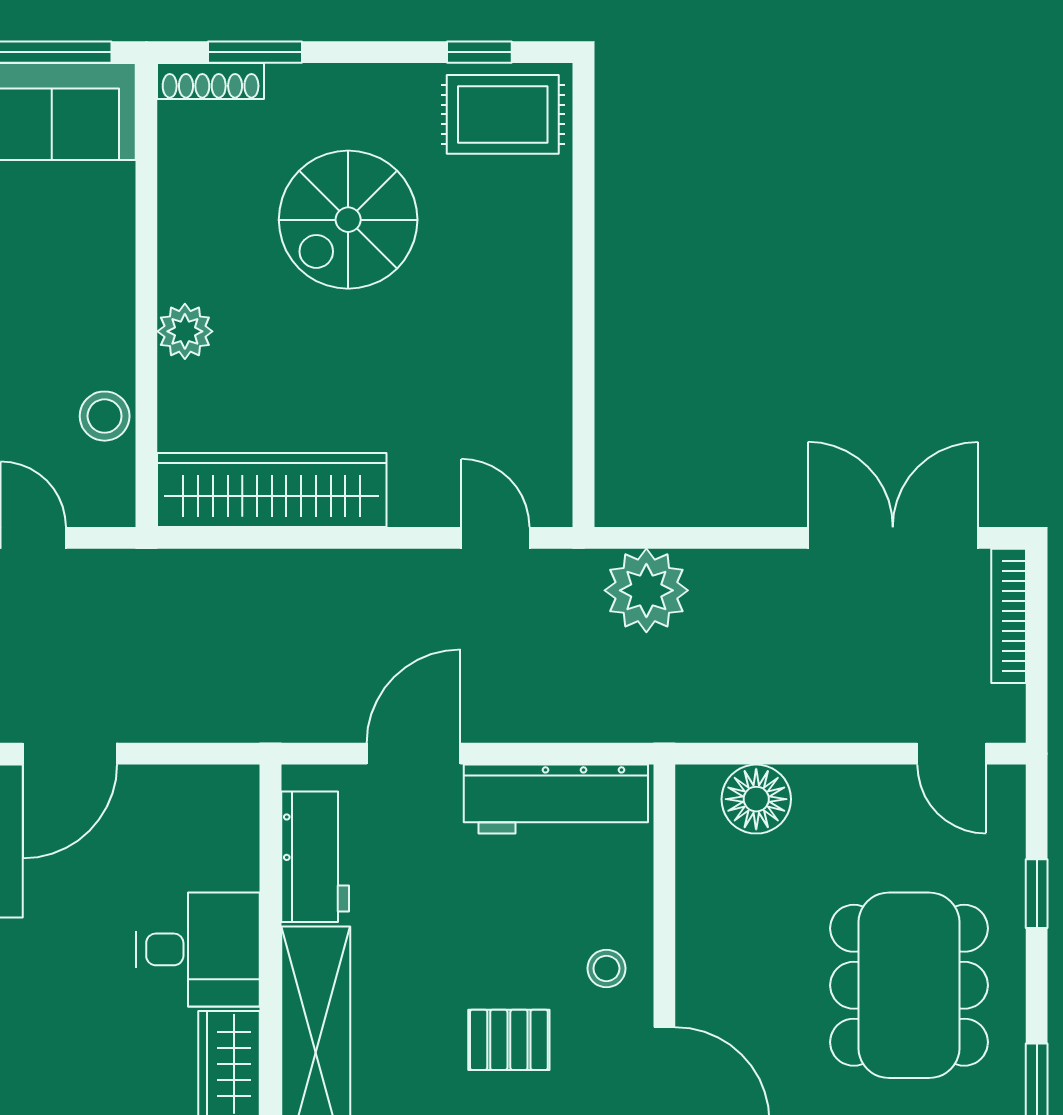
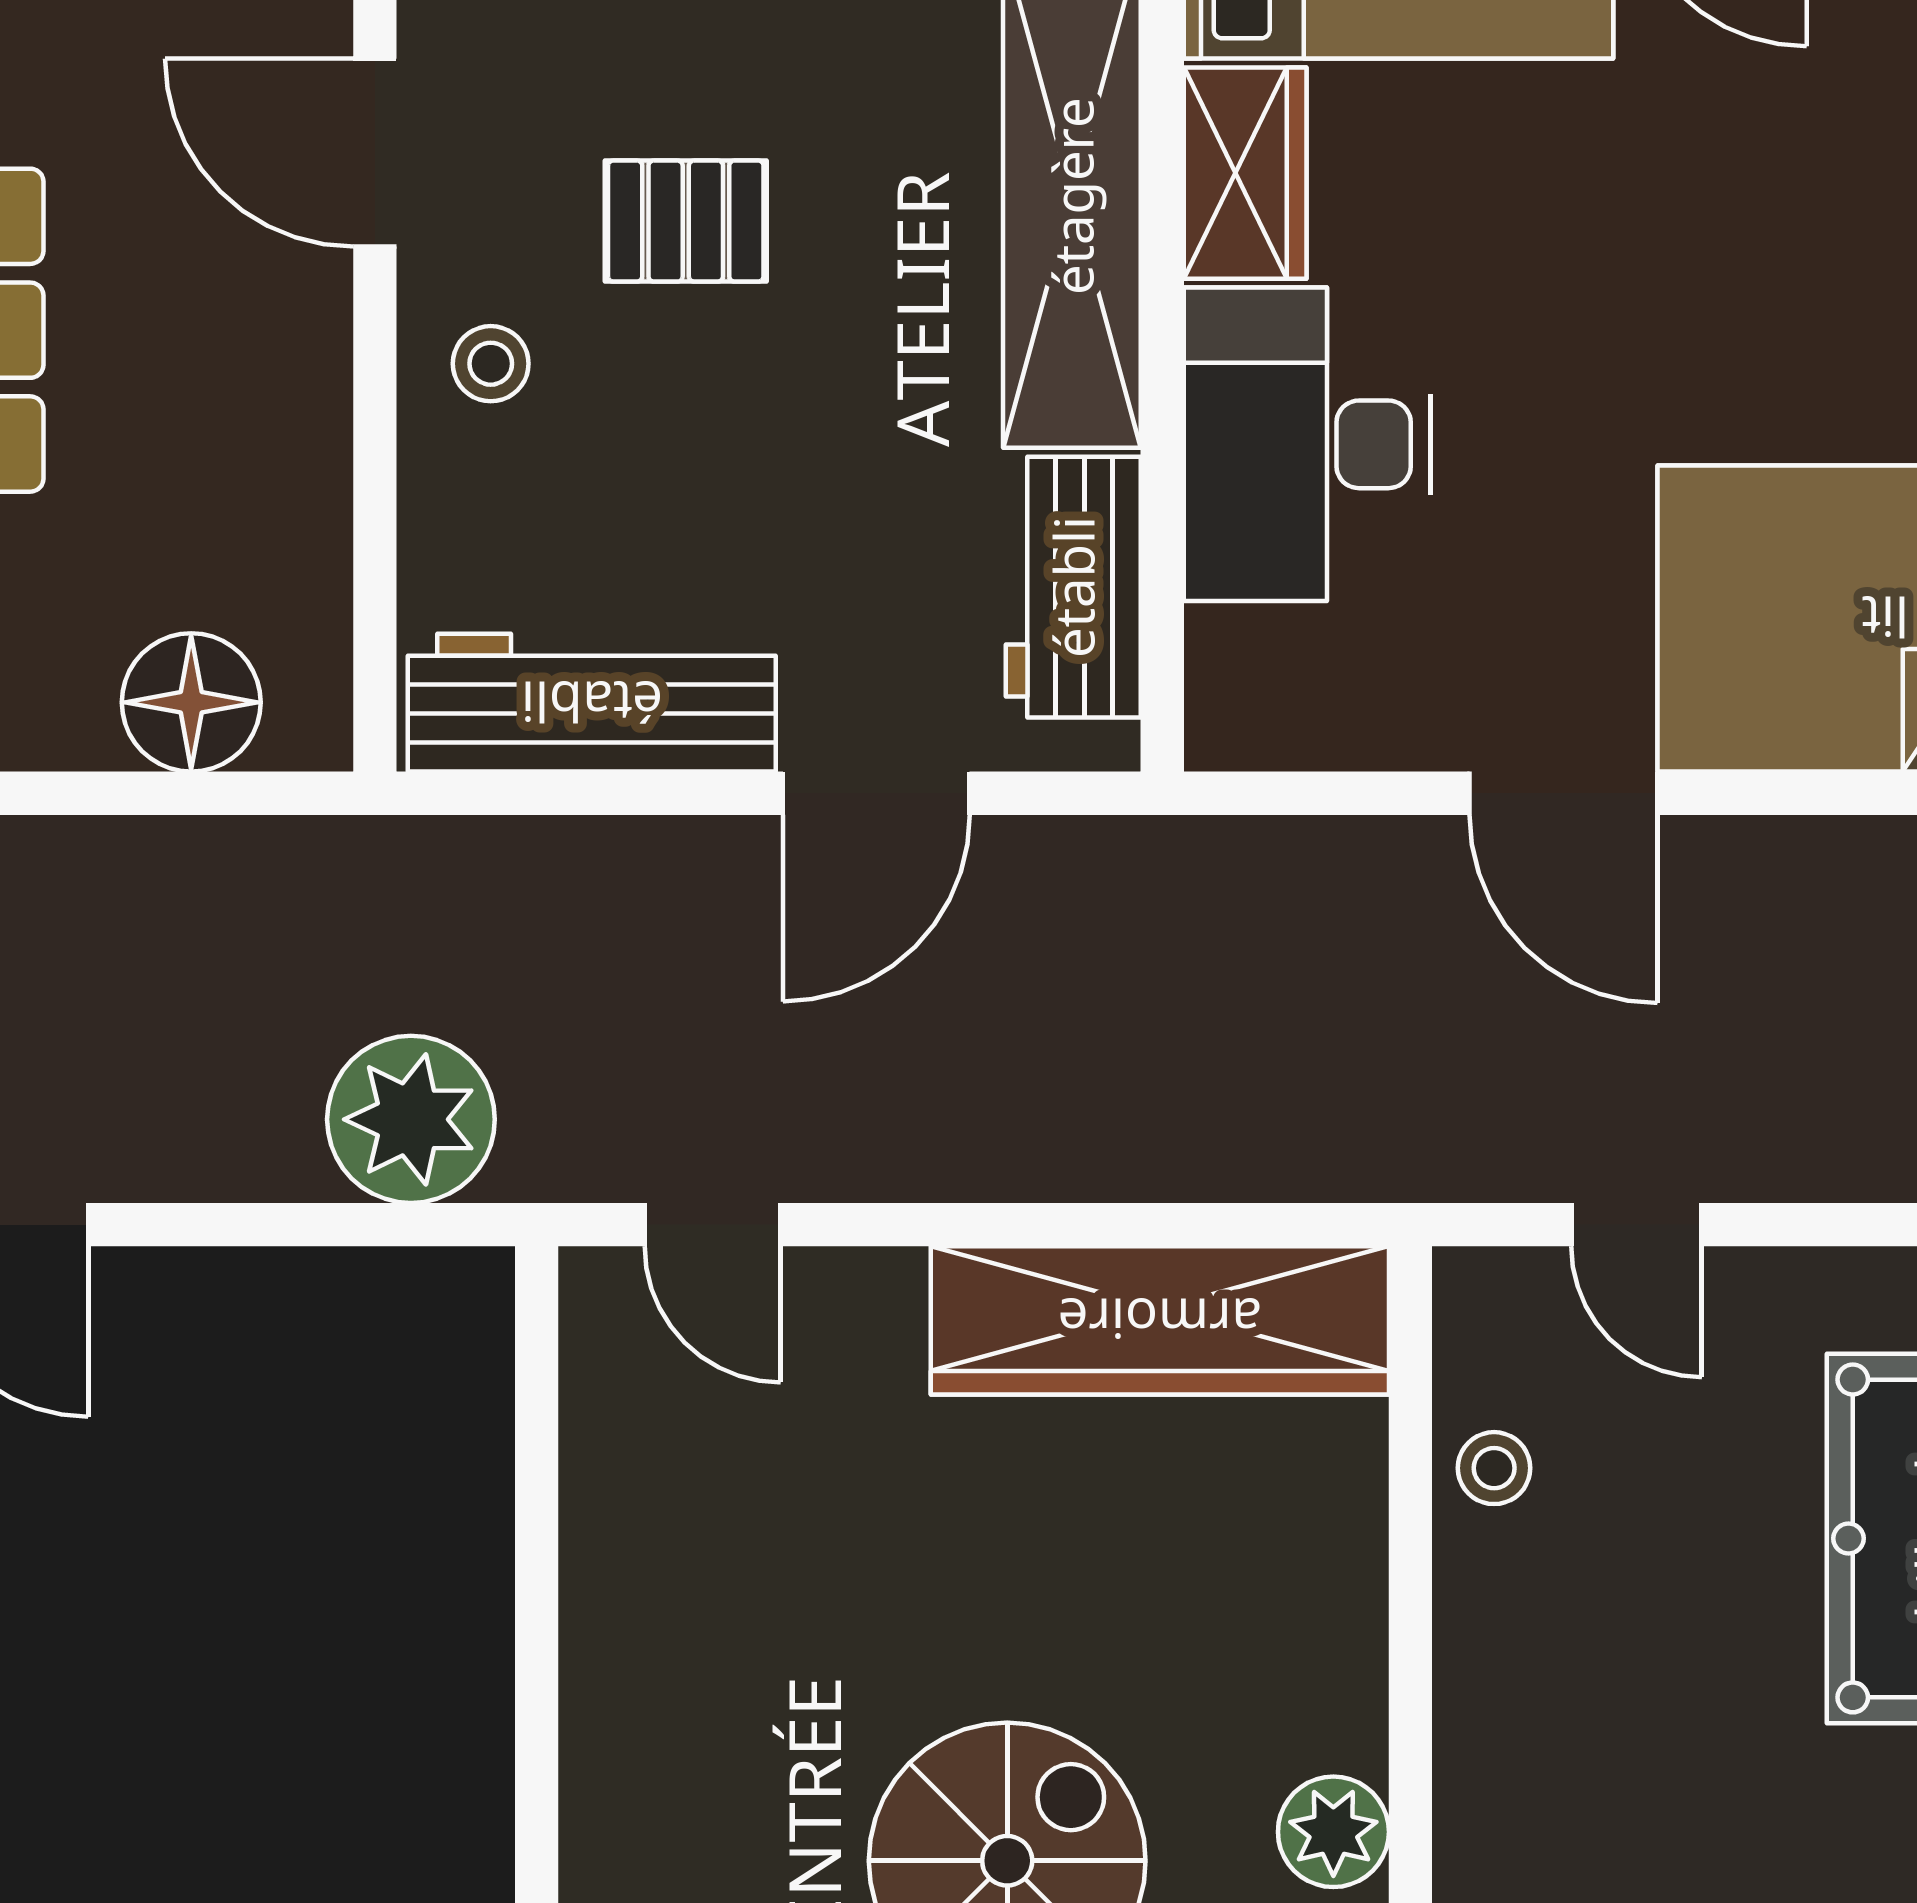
plant: (185, 331) -> (1333, 1832), moved
stool: (105, 416) -> (1494, 1468), width x0.73, depth x0.73
door: (70, 754) -> (1563, 793), swing flipped
desk: (198, 949) -> (1307, 444), width x1.37

